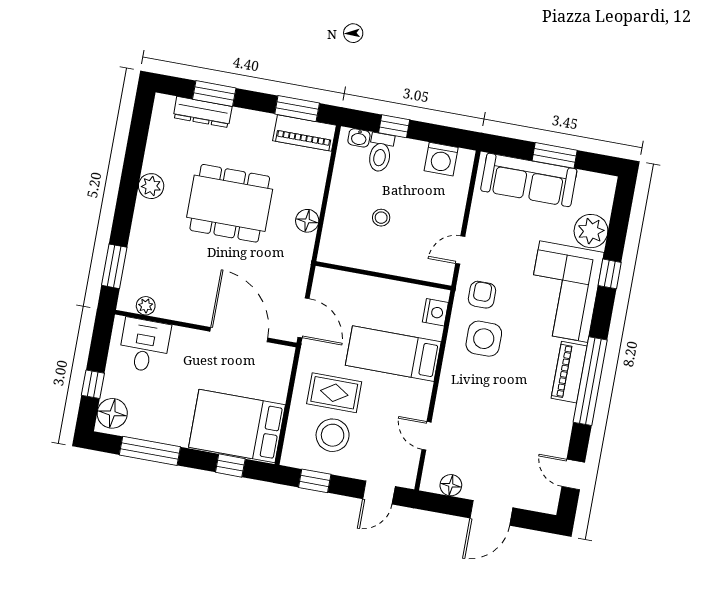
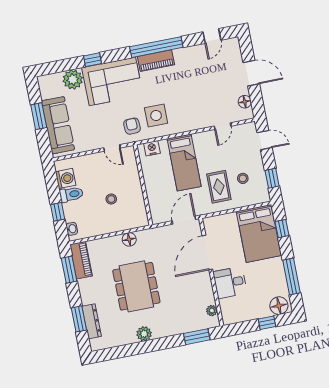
toilet: (380, 152) -> (71, 194), moved
armchair: (482, 295) -> (132, 126), turned 88
desk: (144, 345) -> (230, 282), moved
stool: (333, 435) -> (243, 178), width x0.53, depth x0.53

